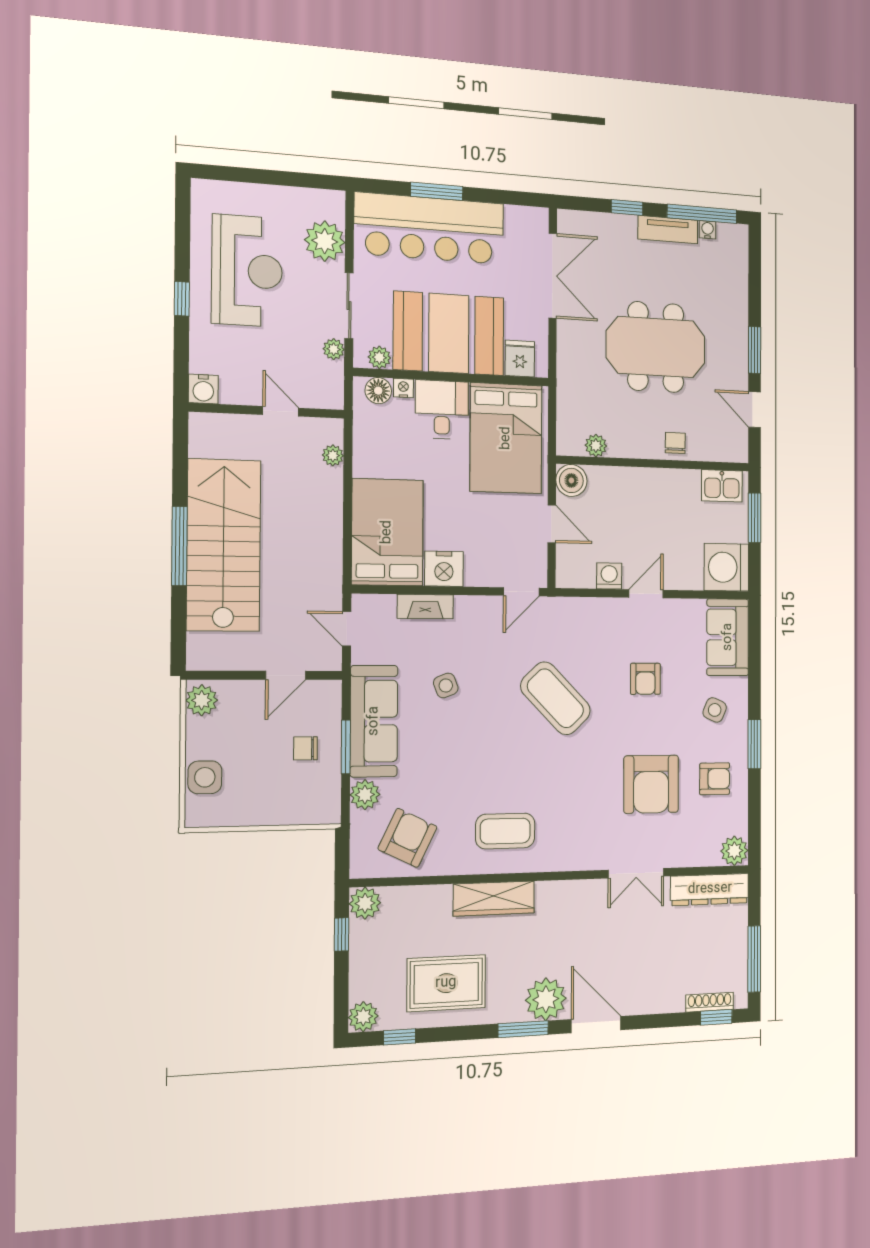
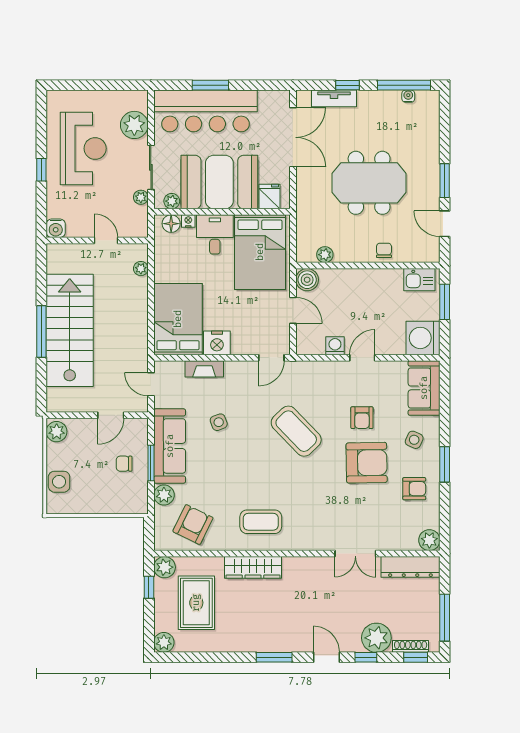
tv unit: (668, 230) -> (334, 98), moved
armchair: (651, 784) -> (367, 463), moved, turned -91
rug: (446, 983) -> (196, 603), moved, turned 90
plant: (546, 999) -> (376, 638), moved
door: (596, 1025) -> (326, 657), width x0.73
window: (399, 1037) -> (366, 657), moved

